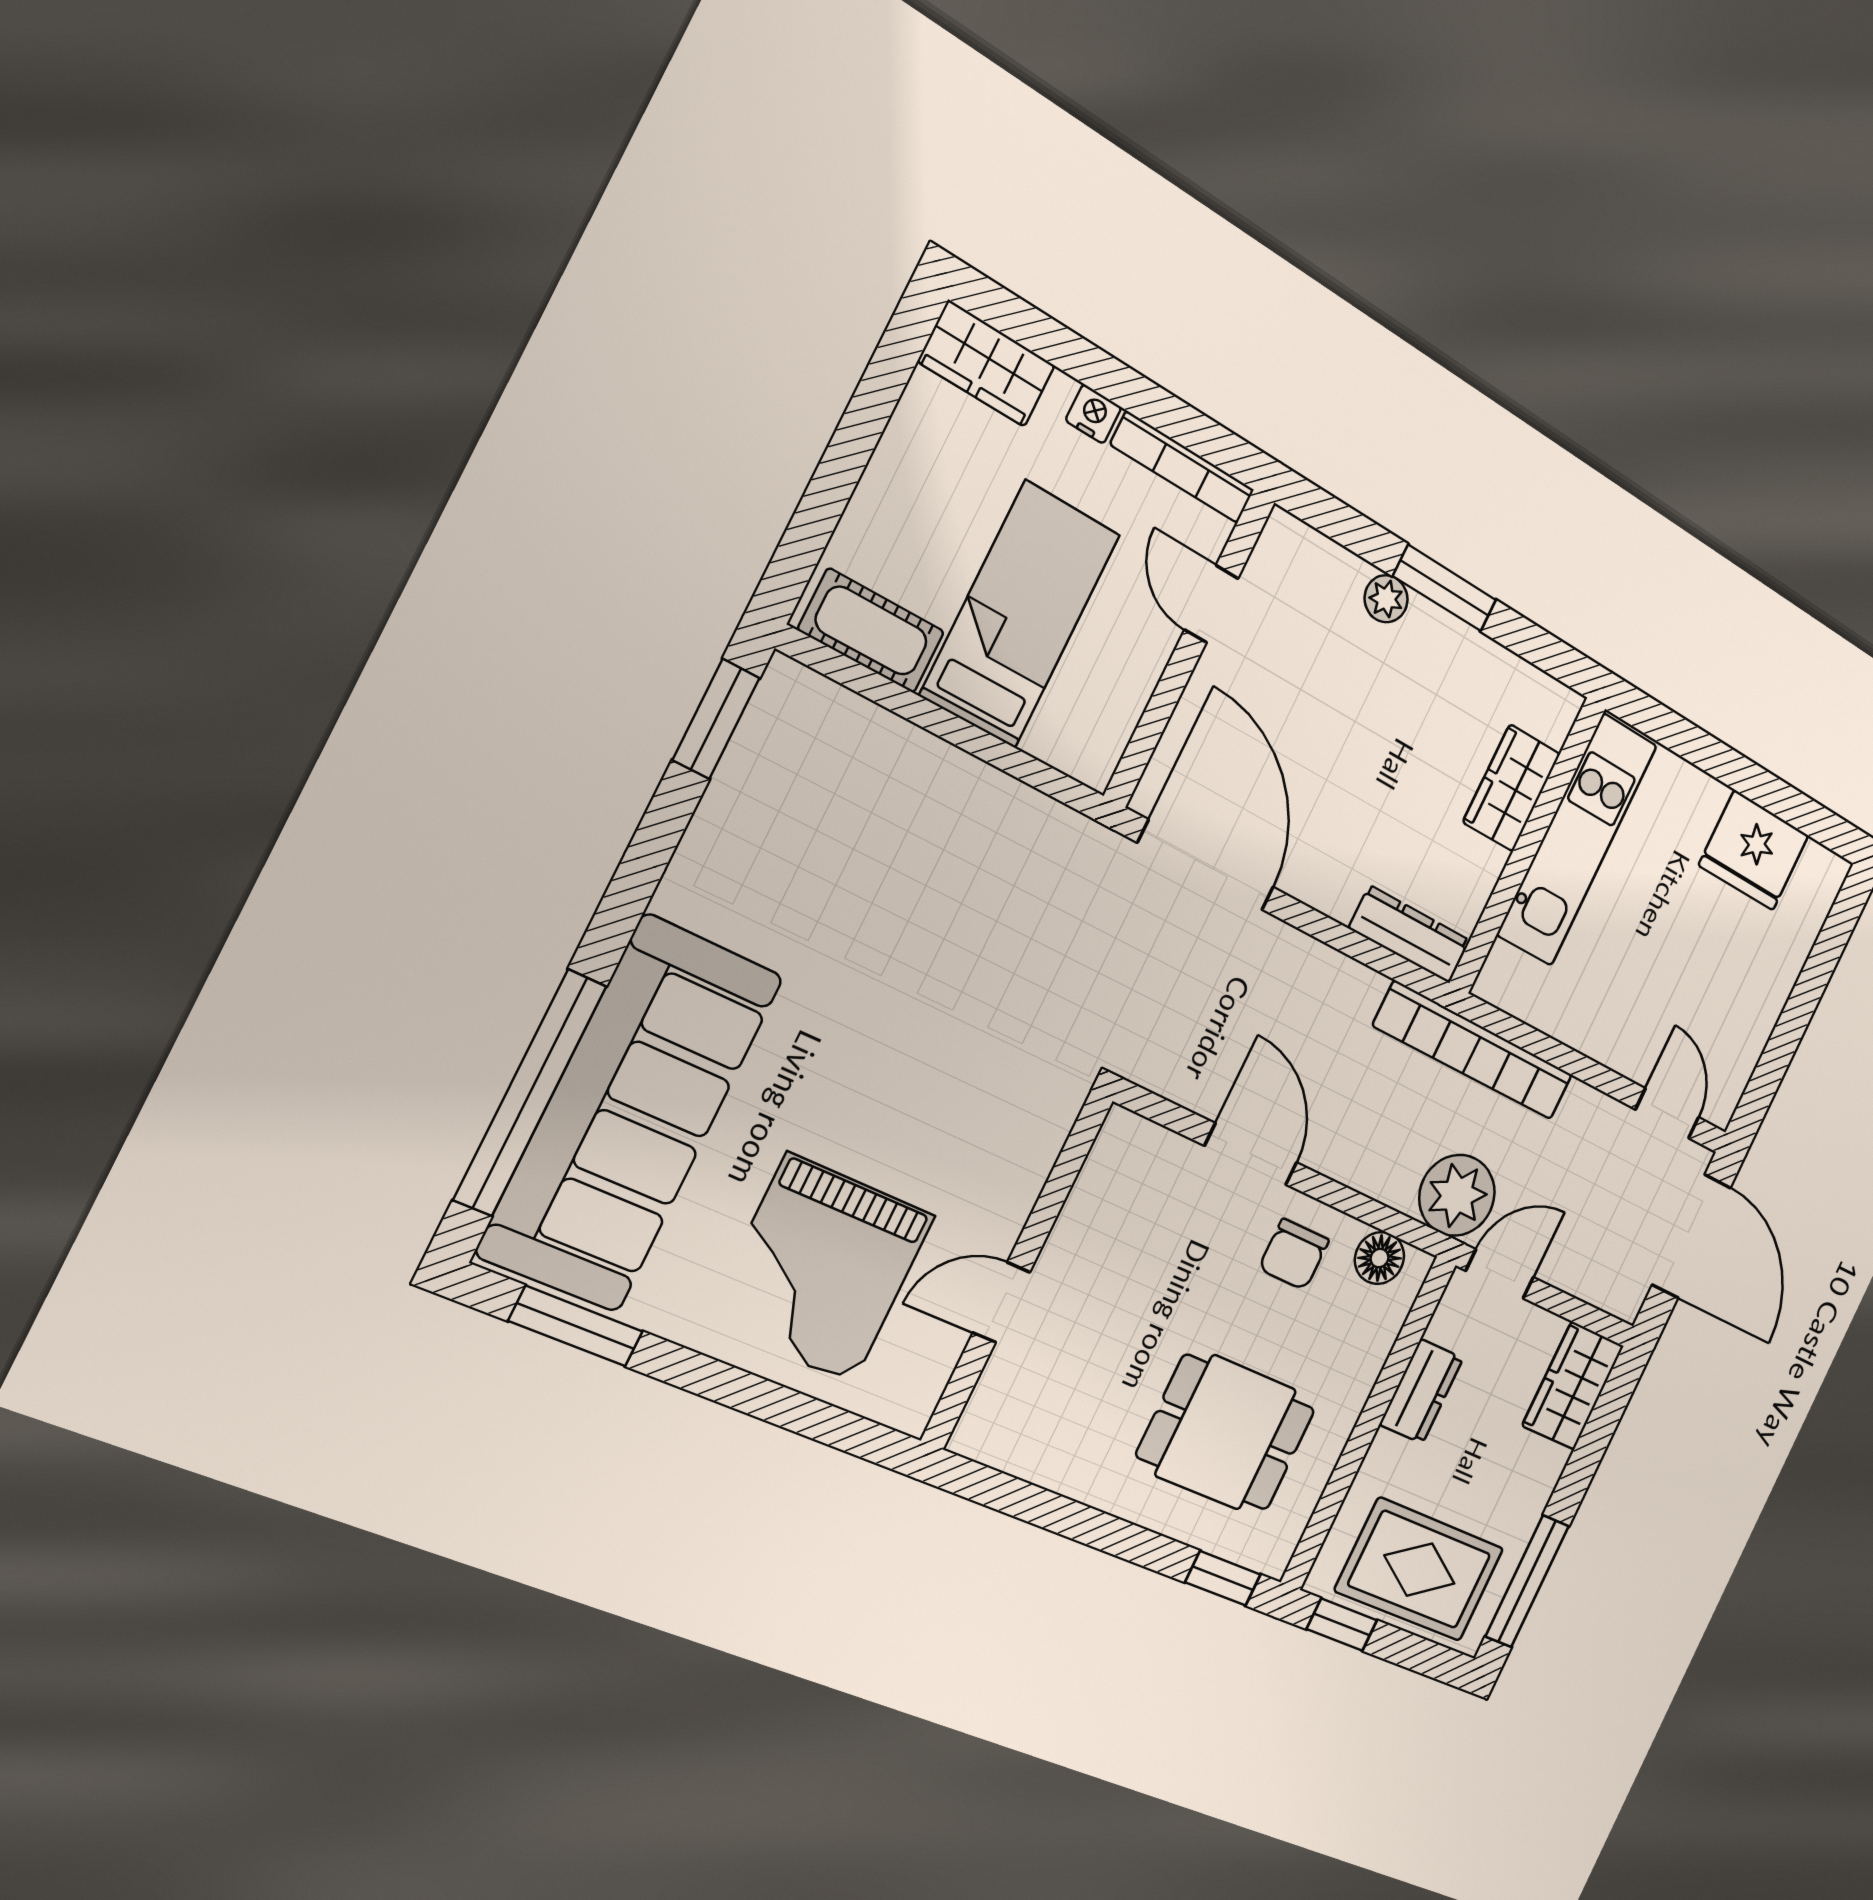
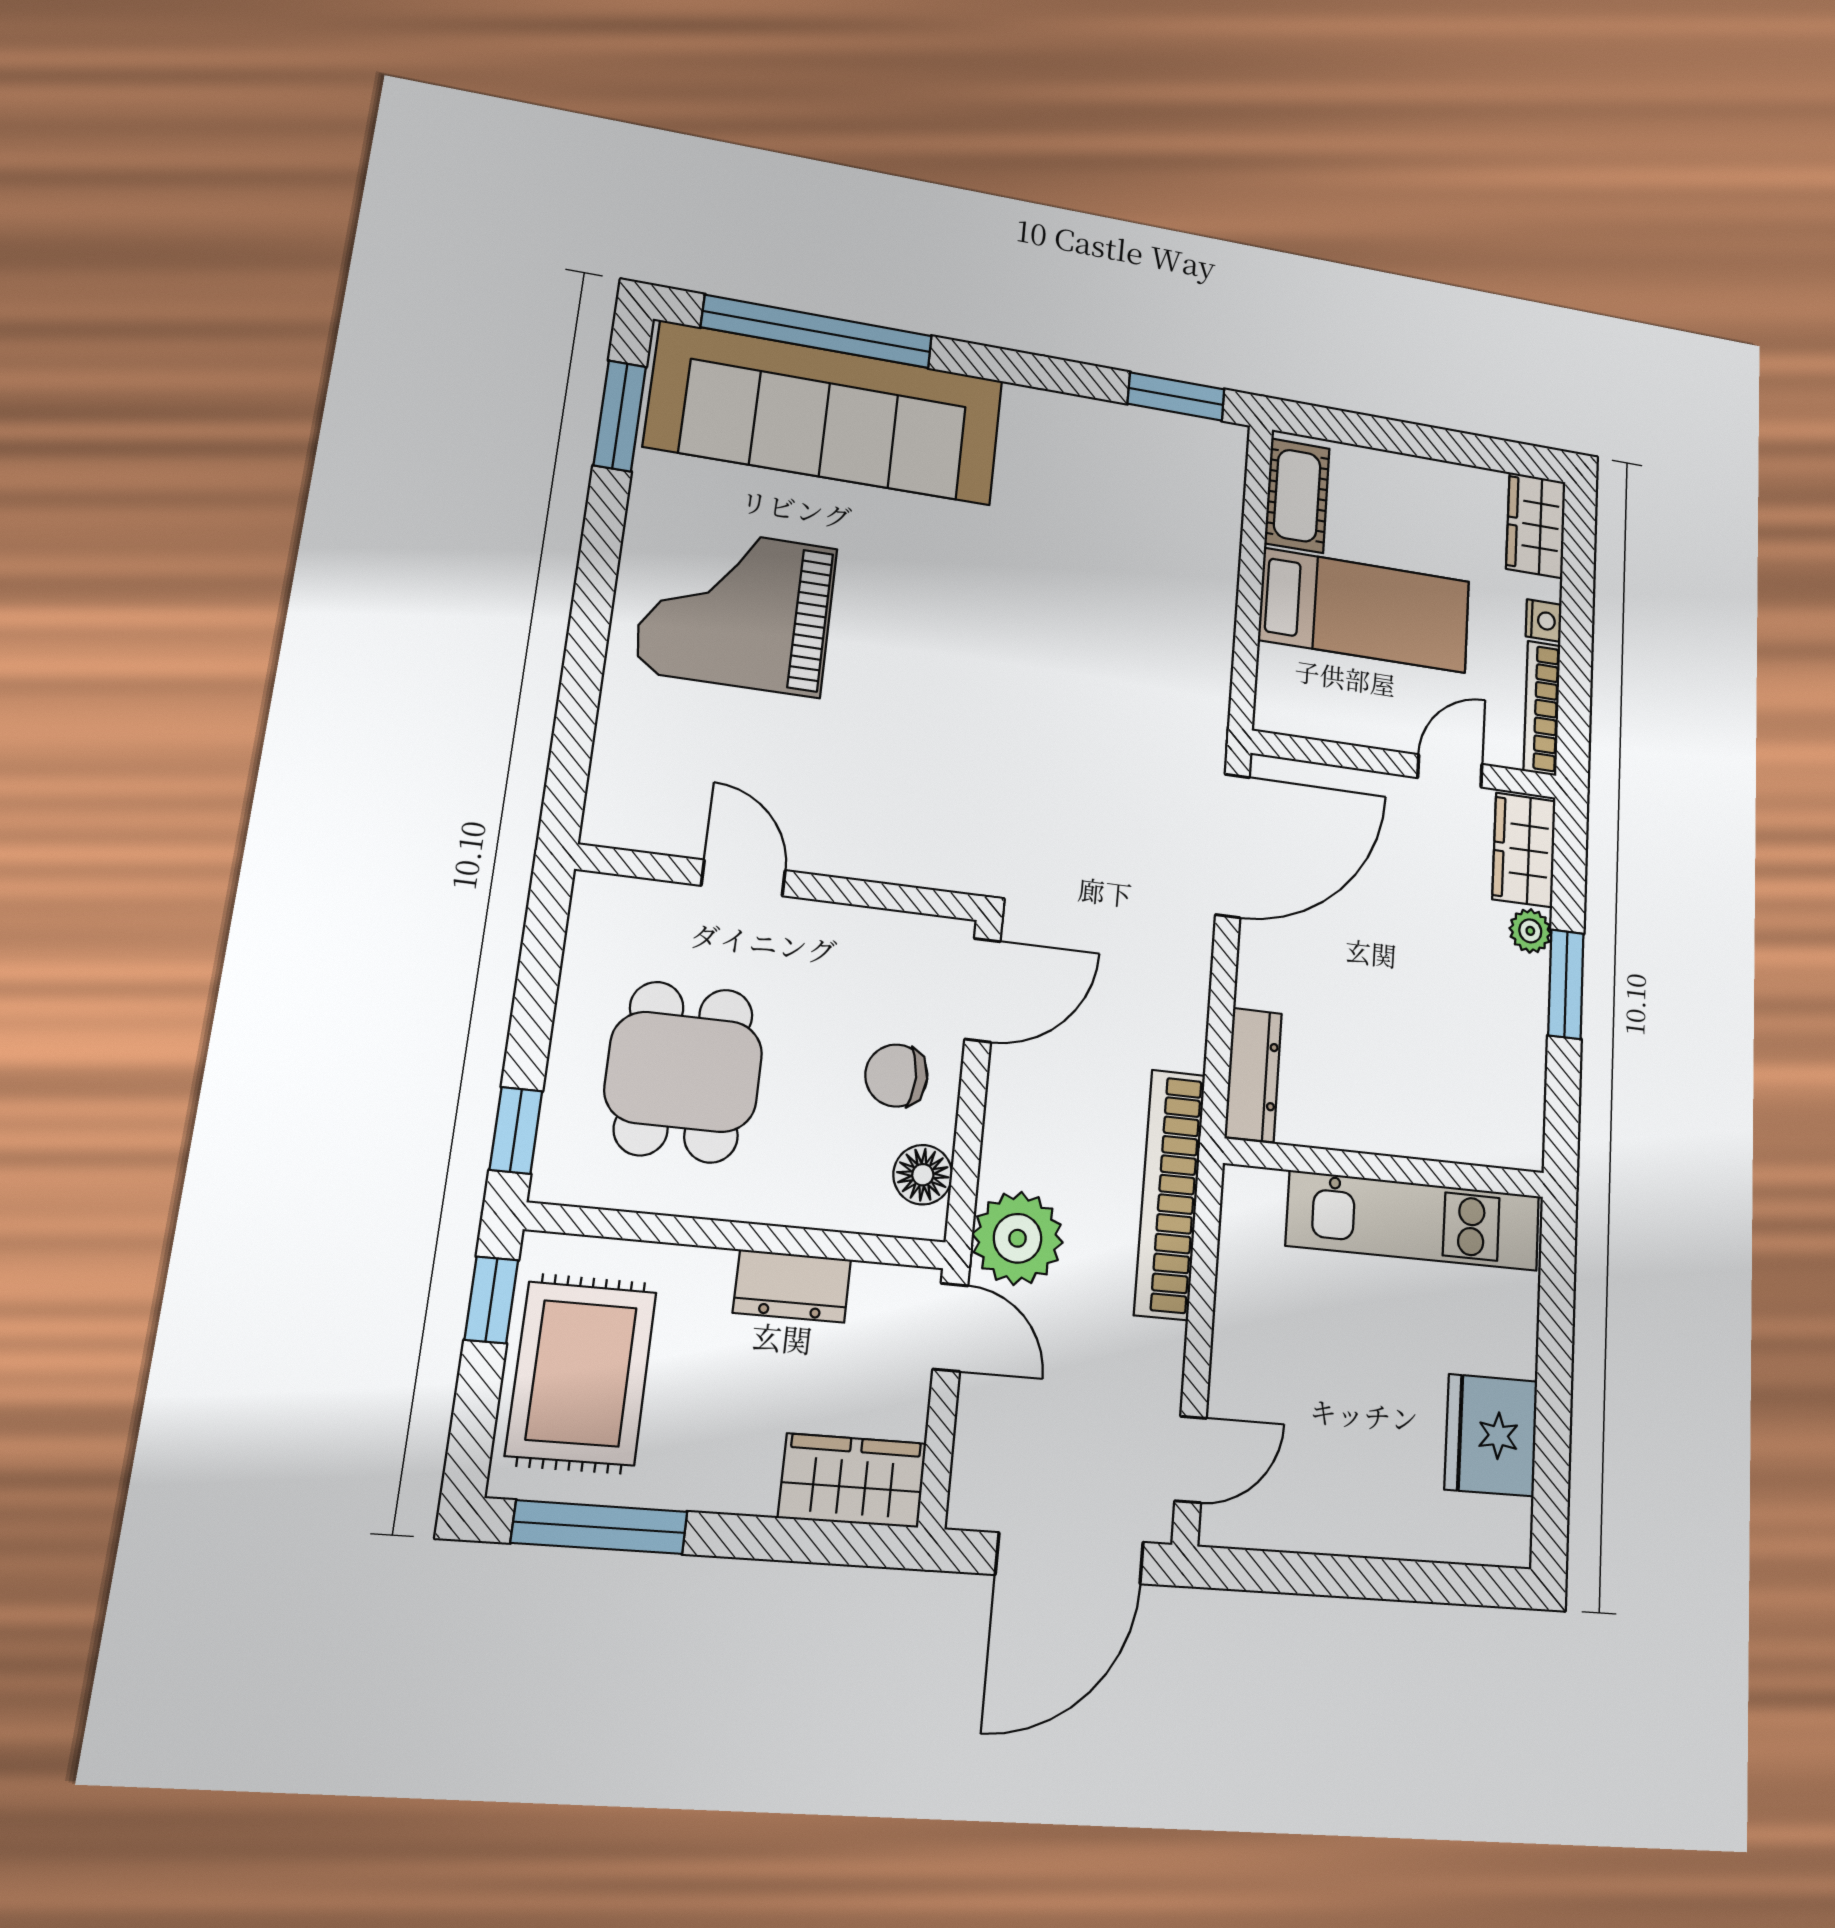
wardrobe: (1512, 788) -> (1524, 850), moved, turned -90
wall: (1017, 1270) -> (781, 883), moved
door: (1001, 1302) -> (743, 878), moved

